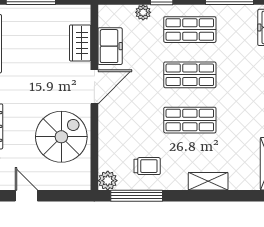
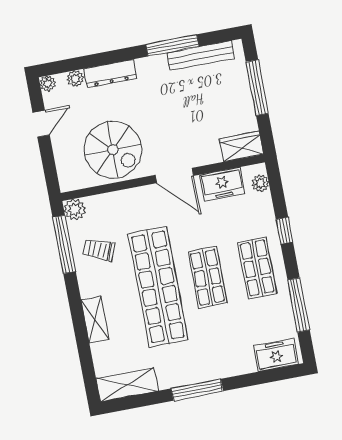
plant: (143, 12) -> (260, 183), moved
wardrobe: (80, 43) -> (241, 146), moved
shop shelf: (190, 120) -> (158, 287), width x2.00, depth x1.36
trolley: (147, 166) -> (99, 250), turned 112

